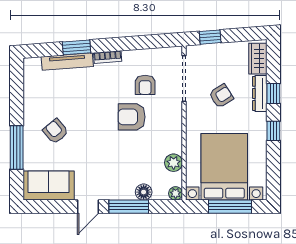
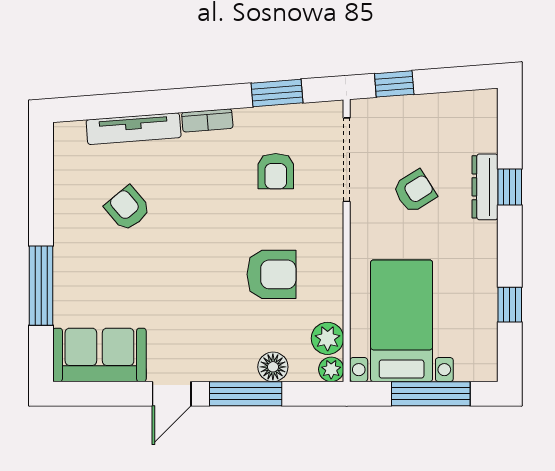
window: (77, 47) -> (277, 93), moved
wardrobe: (258, 59) -> (482, 123), removed
armchair: (132, 117) -> (271, 274), moved, turned 180
armchair: (56, 131) -> (128, 208), moved
window: (273, 131) -> (510, 305), moved
plant: (174, 163) -> (328, 338), moved
bed with nightstands: (224, 167) -> (402, 321), width x0.73

